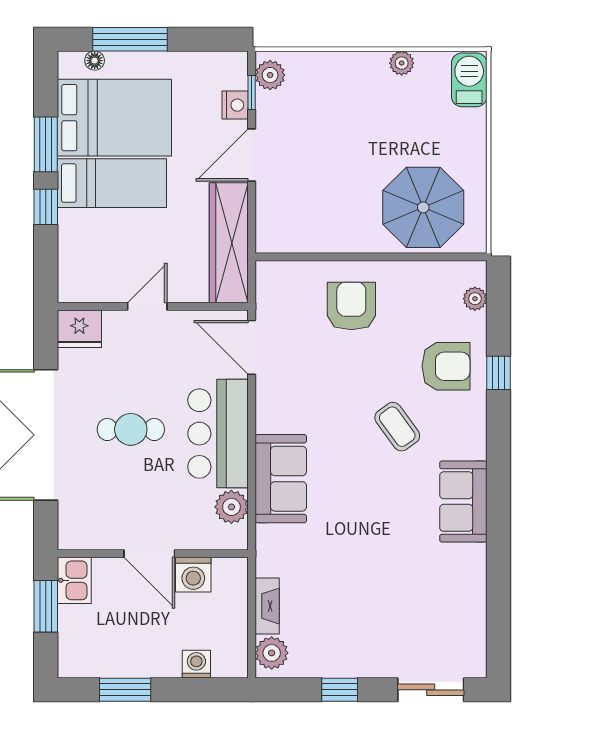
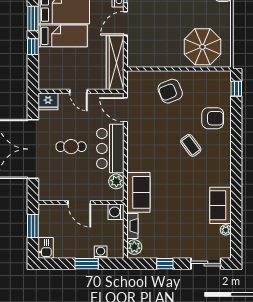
plant: (475, 299) -> (226, 230), moved
door: (147, 306) -> (78, 91), swing flipped
armchair: (351, 306) -> (170, 91), turned -112
window: (498, 373) -> (236, 89), moved
sofa: (281, 479) -> (138, 192), moved
sofa: (463, 502) -> (220, 205), moved
washing machine: (193, 575) -> (116, 212), moved, turned 90
kitchen sink: (74, 580) -> (46, 248), moved
window: (125, 690) -> (87, 264), moved

